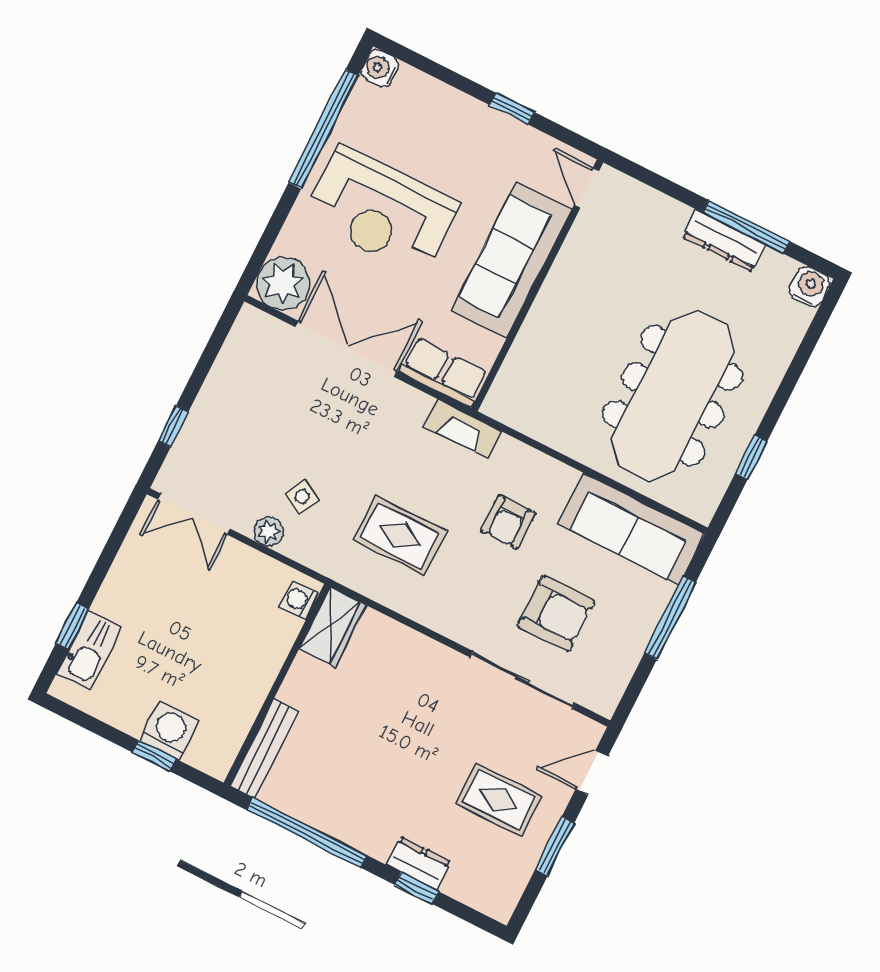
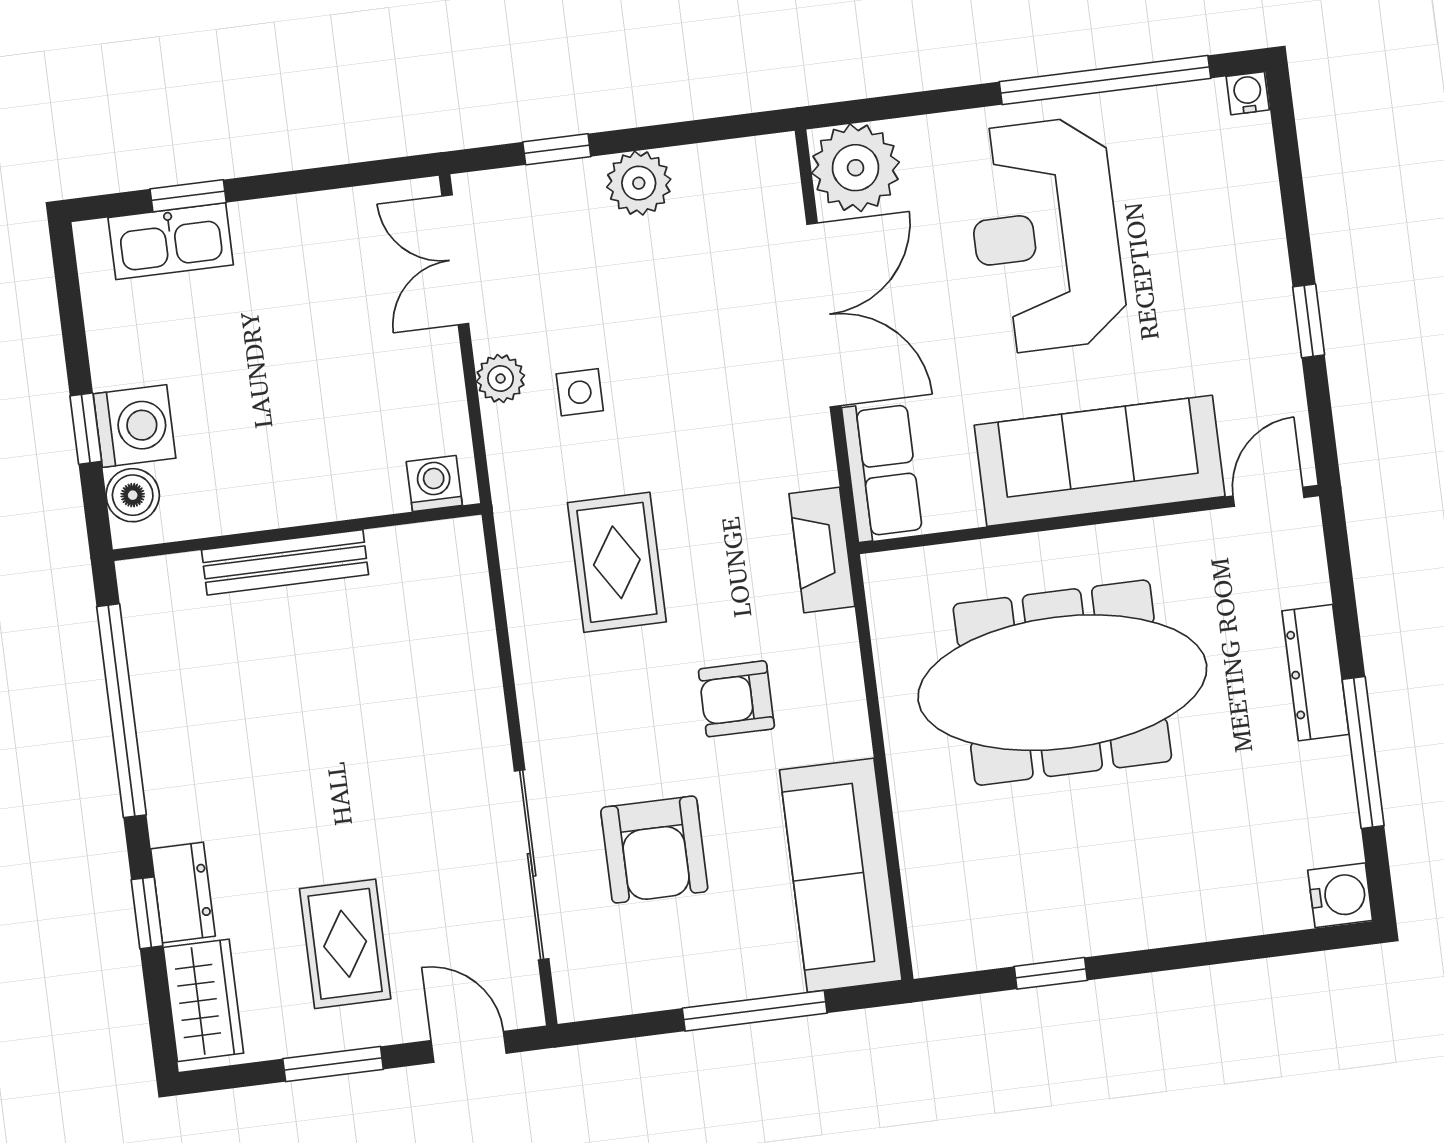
water cooler: (380, 68) -> (1248, 93), width x0.72, depth x0.72
dresser: (724, 241) -> (1316, 673), moved
meeting table: (673, 395) -> (1062, 683), moved
plant: (218, 397) -> (639, 183), added
side table: (302, 497) -> (580, 392), turned -30
wardrobe: (333, 627) -> (203, 1000), moved, turned -90
bench: (264, 748) -> (285, 562), moved
boiler: (203, 755) -> (133, 495), added

